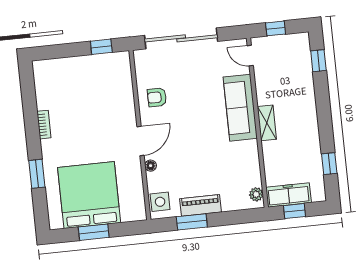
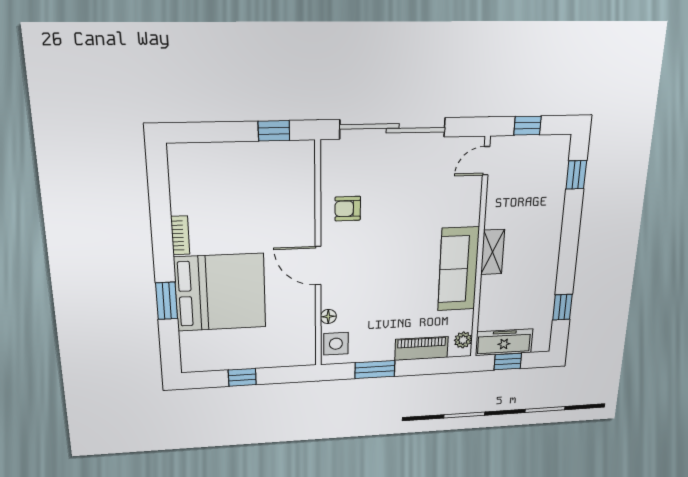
door: (250, 56) -> (486, 161), hinge flipped
sofa: (240, 108) -> (458, 269), moved
door: (141, 141) -> (318, 266), swing flipped
floor lamp: (151, 166) -> (328, 316), moved
bed: (89, 195) -> (220, 292), moved, turned 90
piano: (201, 205) -> (421, 348), moved
window: (94, 232) -> (242, 377), width x0.67

